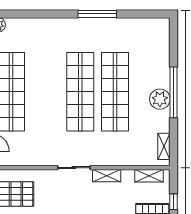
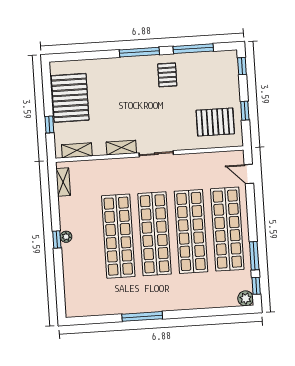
shop shelf: (46, 92) -> (191, 231), added
window: (174, 92) -> (57, 239), width x0.32
plant: (160, 99) -> (66, 237), width x0.53, depth x0.53

